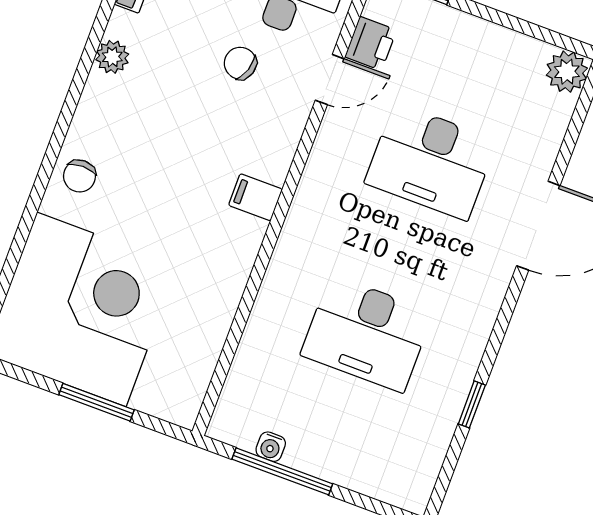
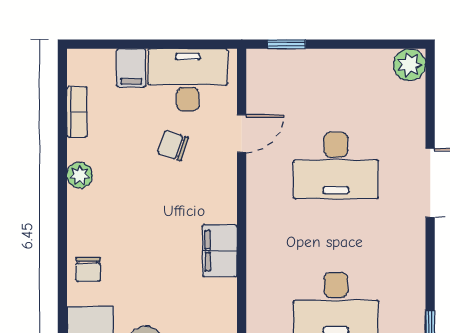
printer: (371, 43) -> (261, 97), removed
filing cabinet: (256, 197) -> (220, 251), width x2.00

